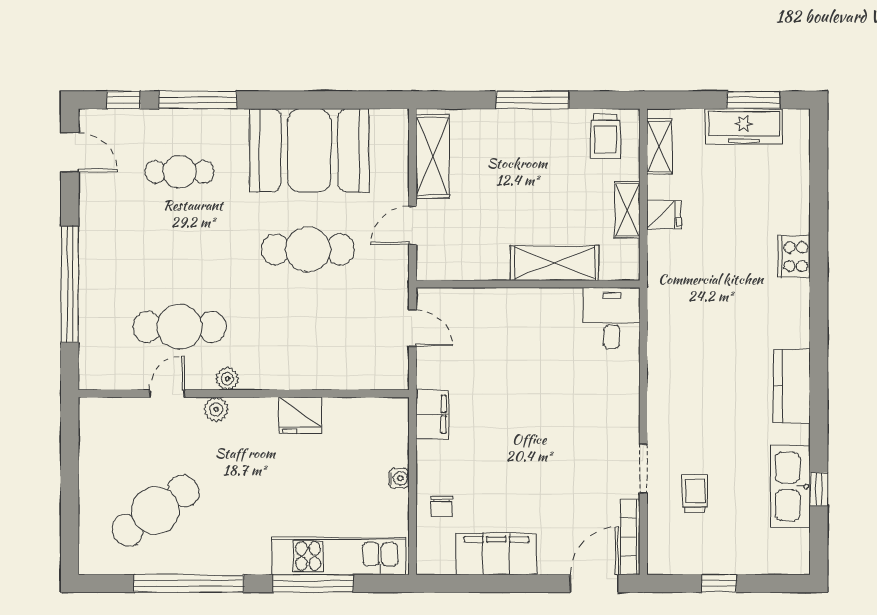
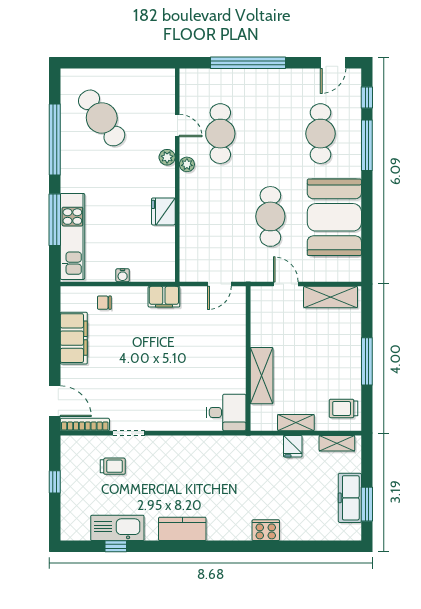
cafe table: (180, 172) -> (320, 134), width x1.37, depth x1.35

